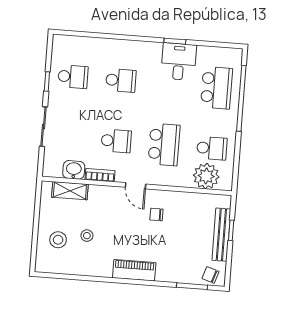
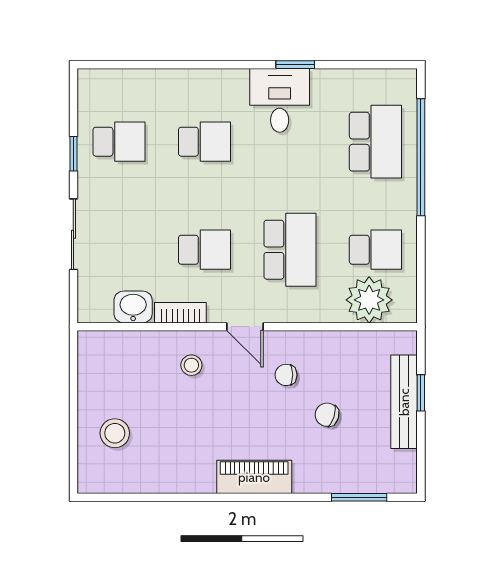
desk: (179, 62) -> (280, 100), moved
shelving: (70, 191) -> (129, 344), removed
stool: (87, 236) -> (191, 365), moved
chair: (211, 275) -> (327, 415), moved

